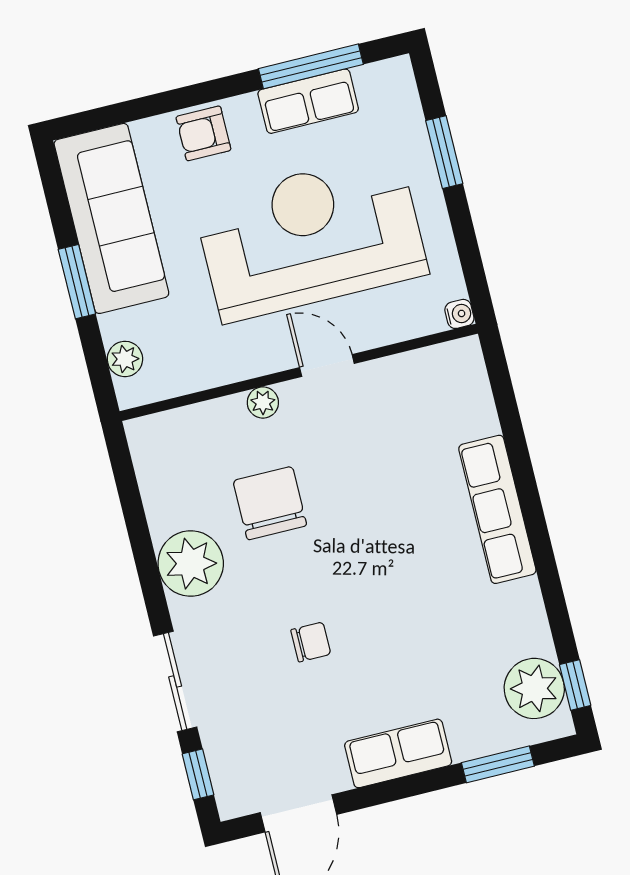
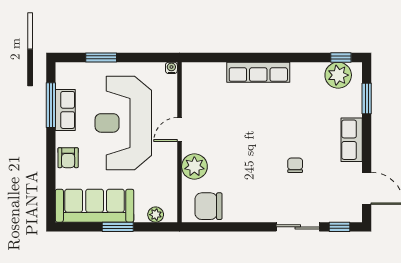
plant: (263, 402) -> (194, 167), width x1.87, depth x1.87
chair: (270, 503) -> (209, 206), moved
plant: (191, 564) -> (249, 208), removed

